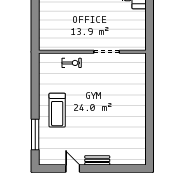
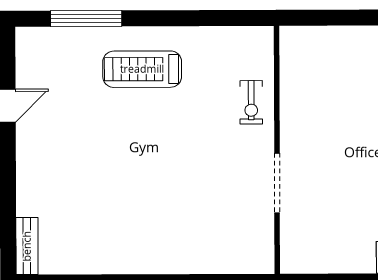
bench: (97, 160) -> (27, 246), moved

